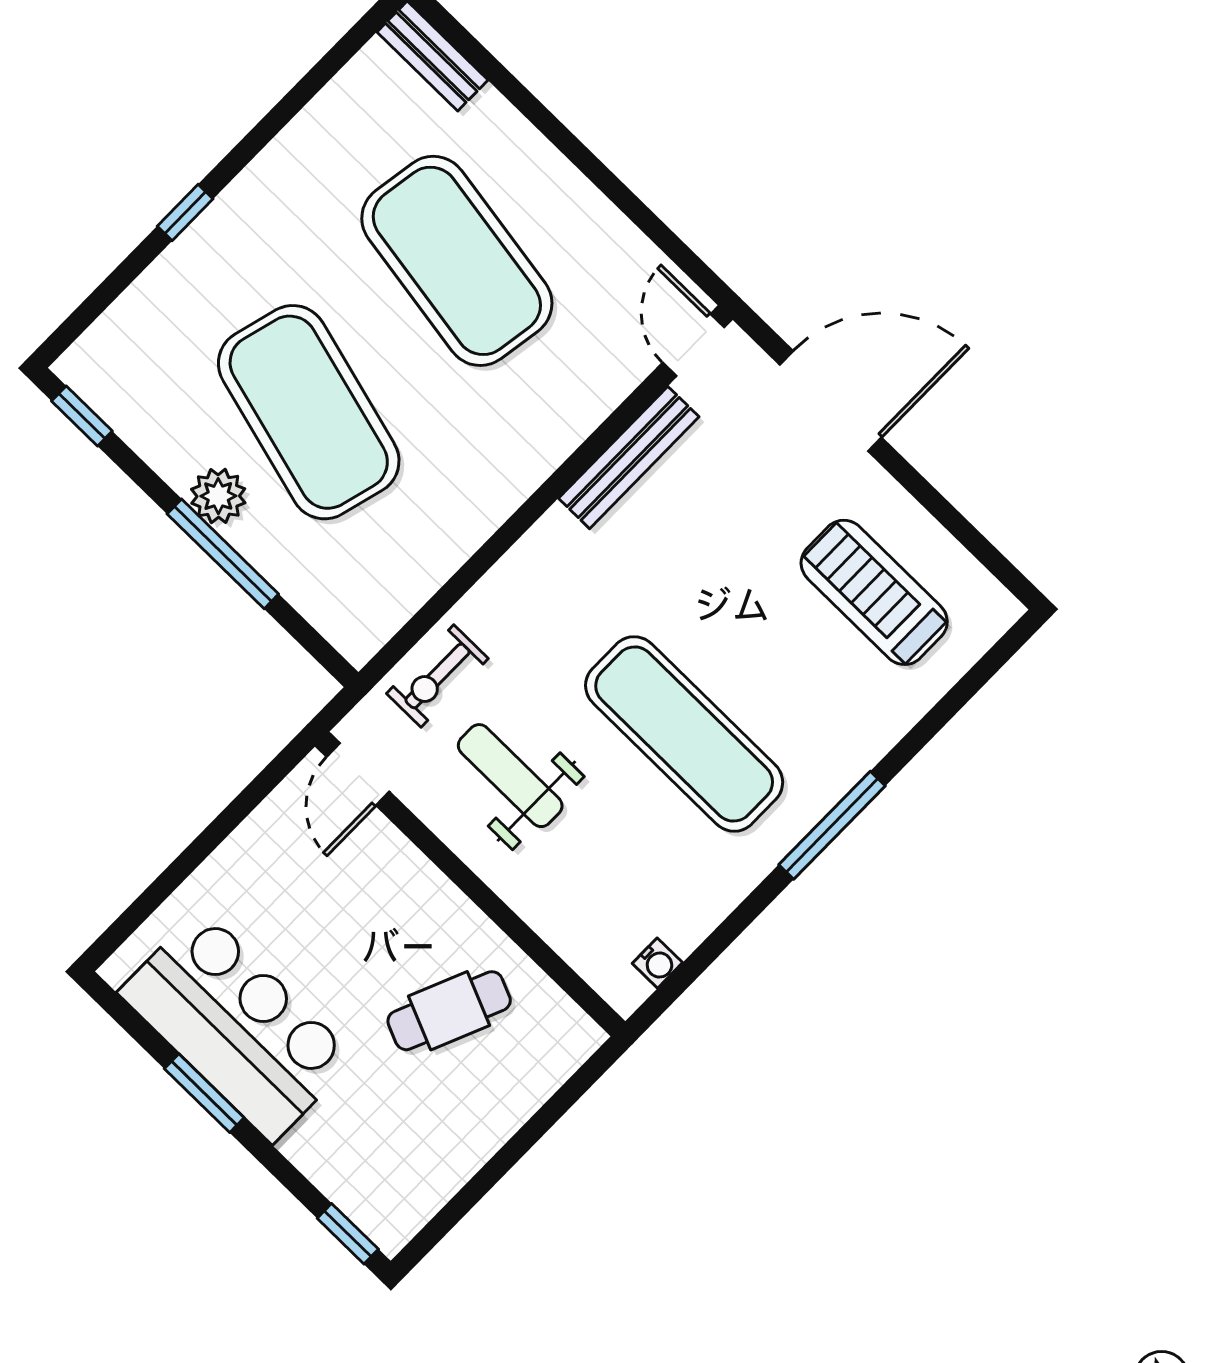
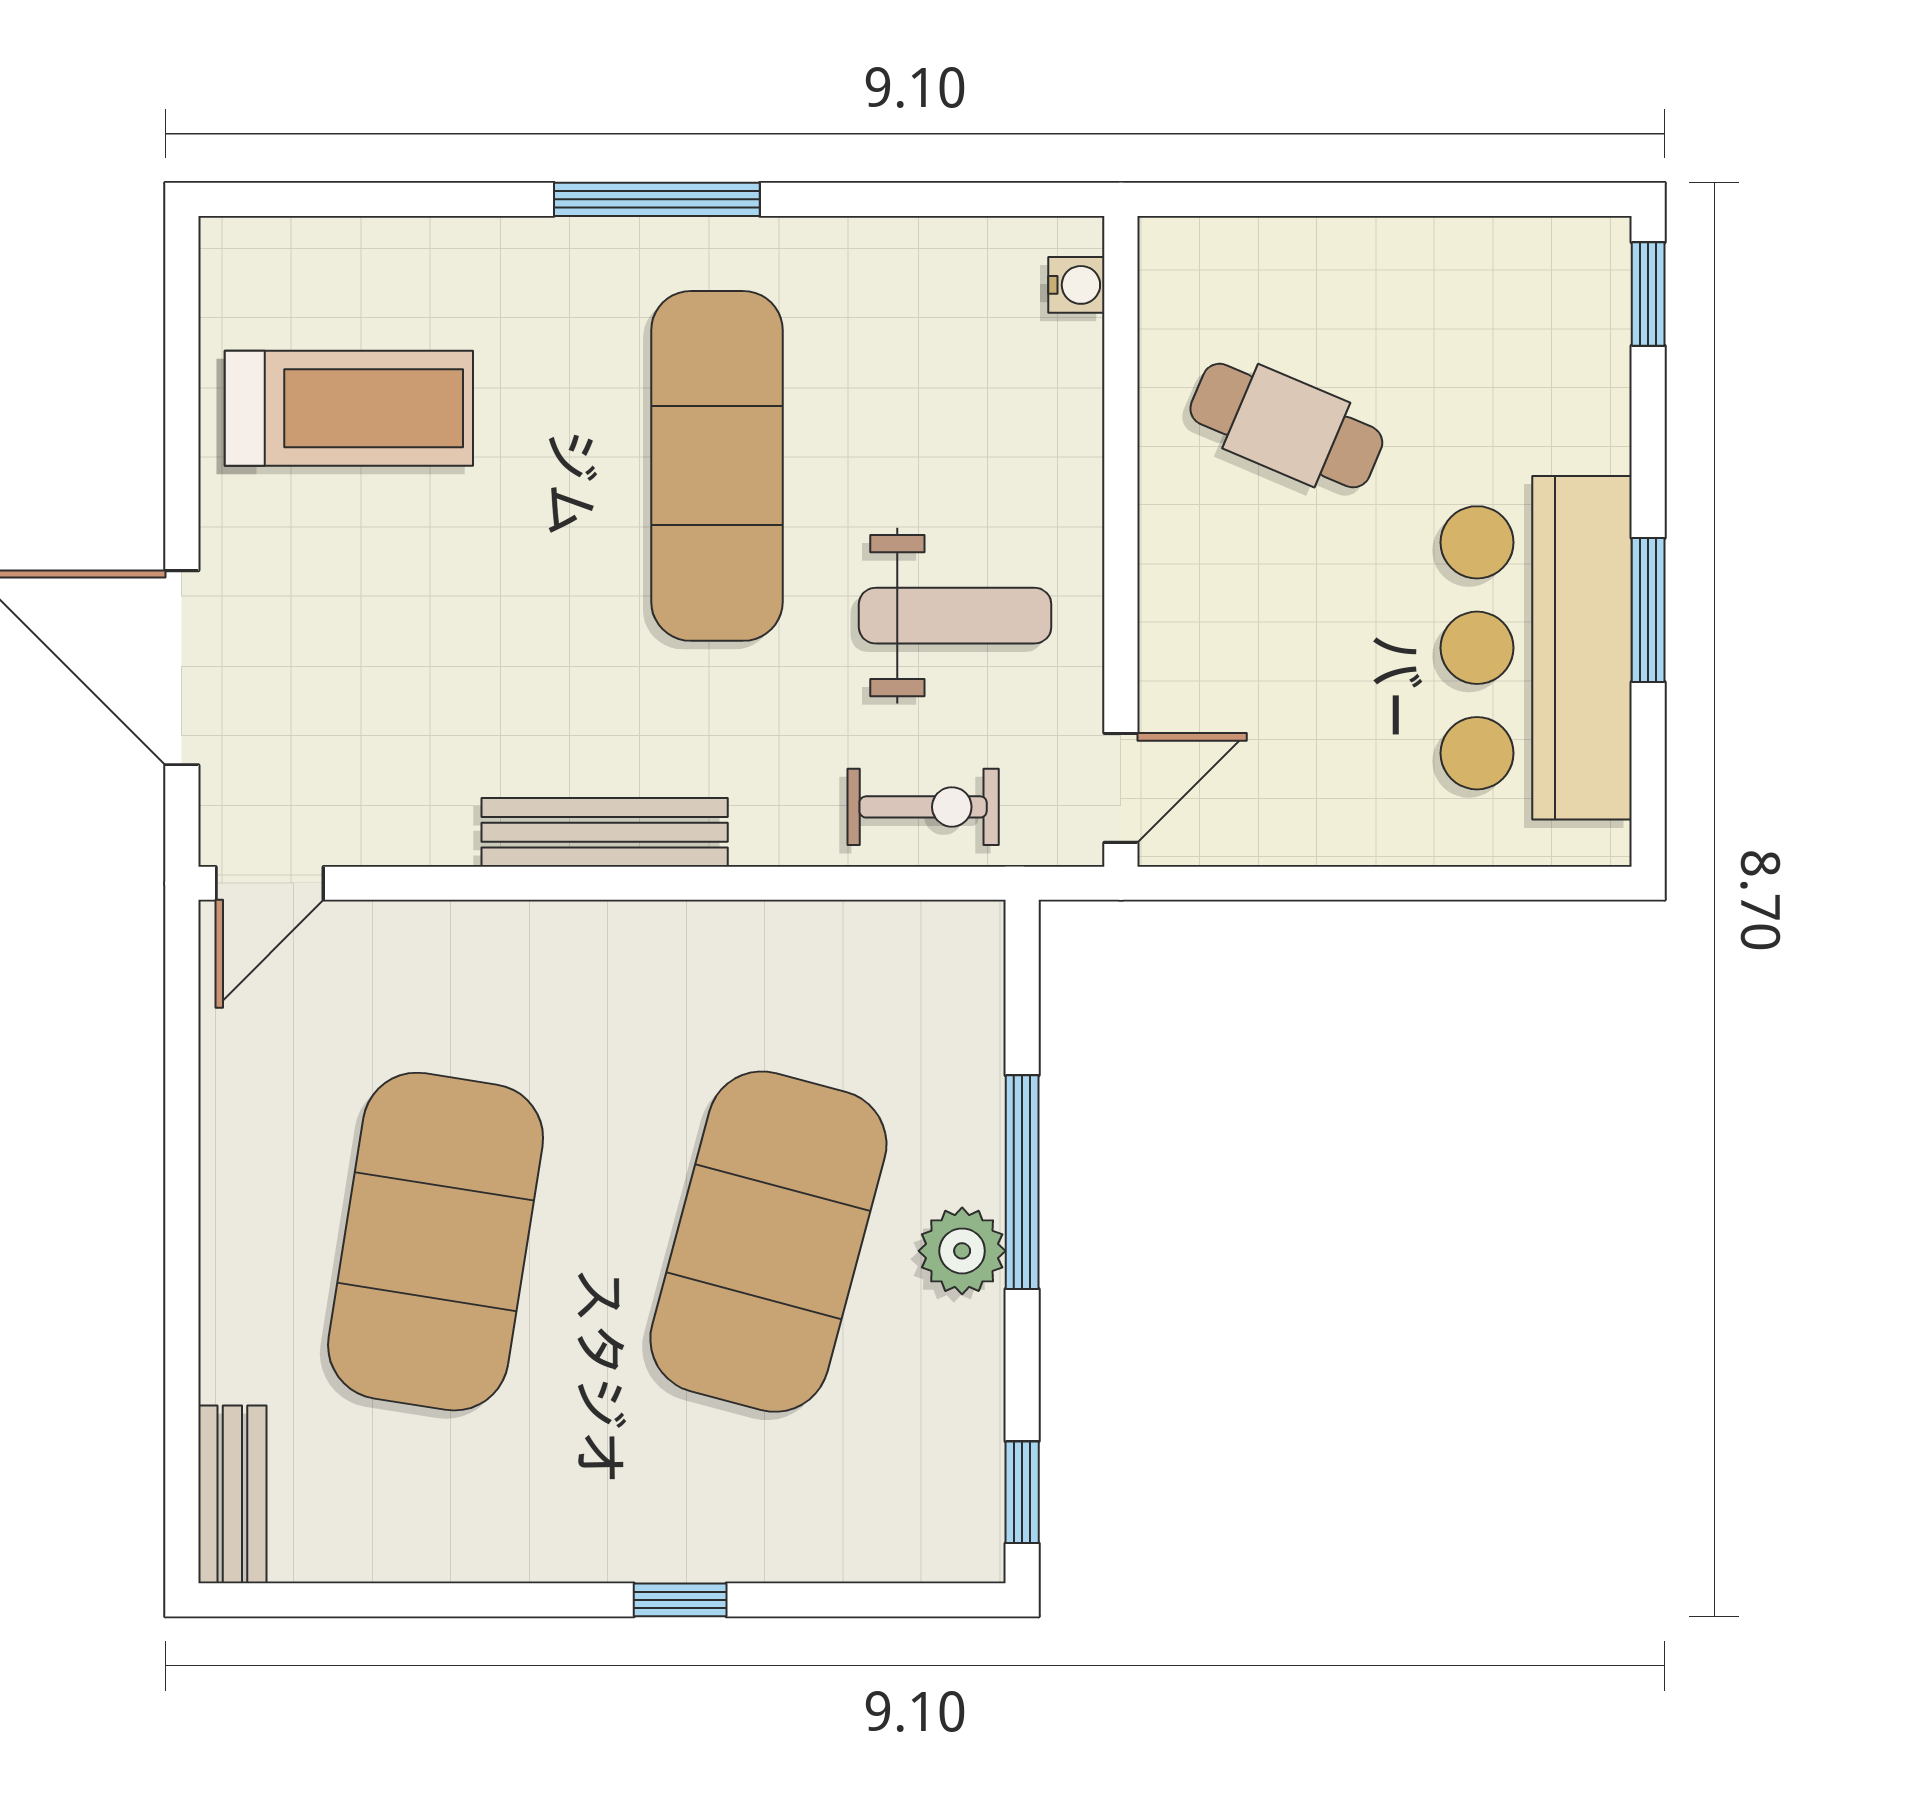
bench: (629, 458) -> (605, 832), moved
treadmill: (874, 592) -> (349, 408), turned -90
weight bench: (510, 776) -> (955, 616), turned -90
water cooler: (657, 963) -> (1076, 285), moved, turned 90

